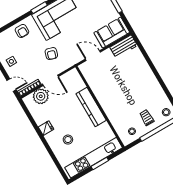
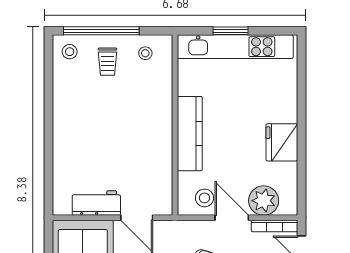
workbench: (124, 46) -> (96, 203), moved
fridge: (46, 128) -> (282, 142), width x1.88, depth x1.34
stool: (68, 140) -> (205, 198), moved

